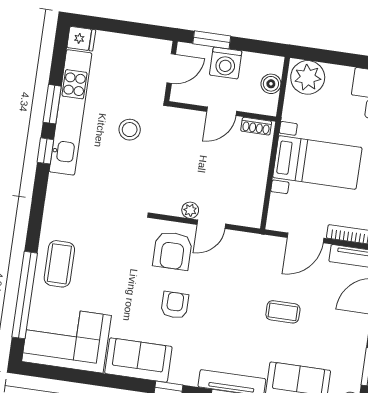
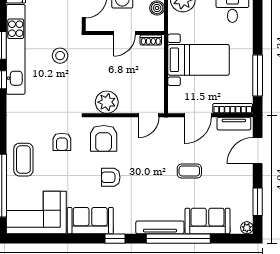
plant: (190, 210) -> (107, 102), width x1.88, depth x1.88
door: (211, 224) -> (149, 115), moved
armchair: (115, 247) -> (62, 142), added
armchair: (175, 305) -> (111, 177), turned -90

